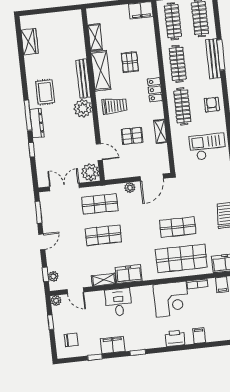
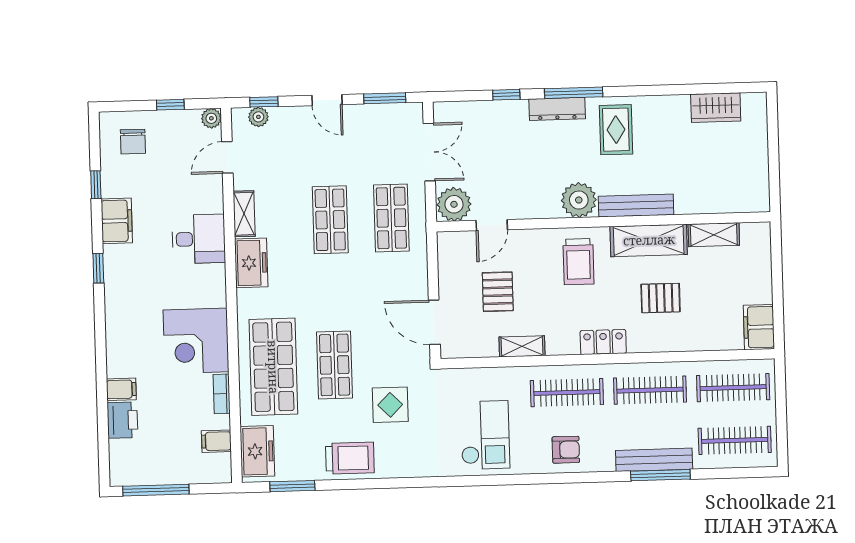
rug: (45, 92) -> (616, 130), turned 90
pallet: (132, 136) -> (498, 292), moved
plant: (130, 188) -> (418, 279), removed
display table: (196, 197) -> (390, 405), added
printer: (175, 338) -> (122, 420), moved

